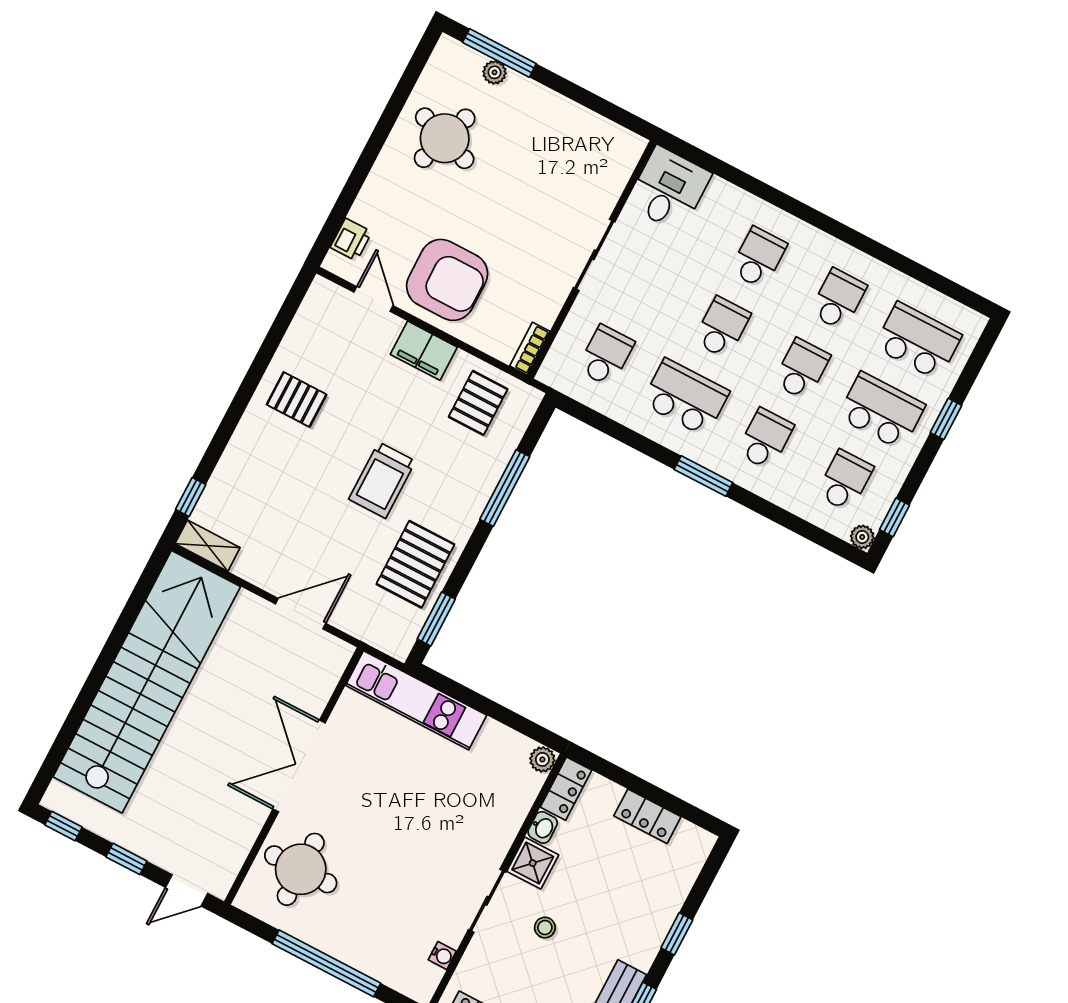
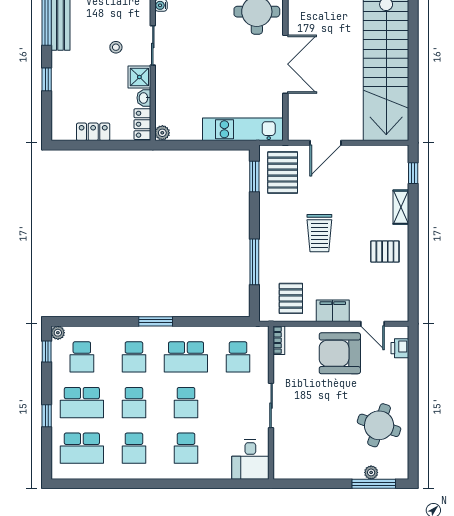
trolley: (382, 480) -> (319, 233), turned 180
shelving: (208, 546) -> (401, 207), moved, turned 90
pallet: (415, 564) -> (283, 173), moved

